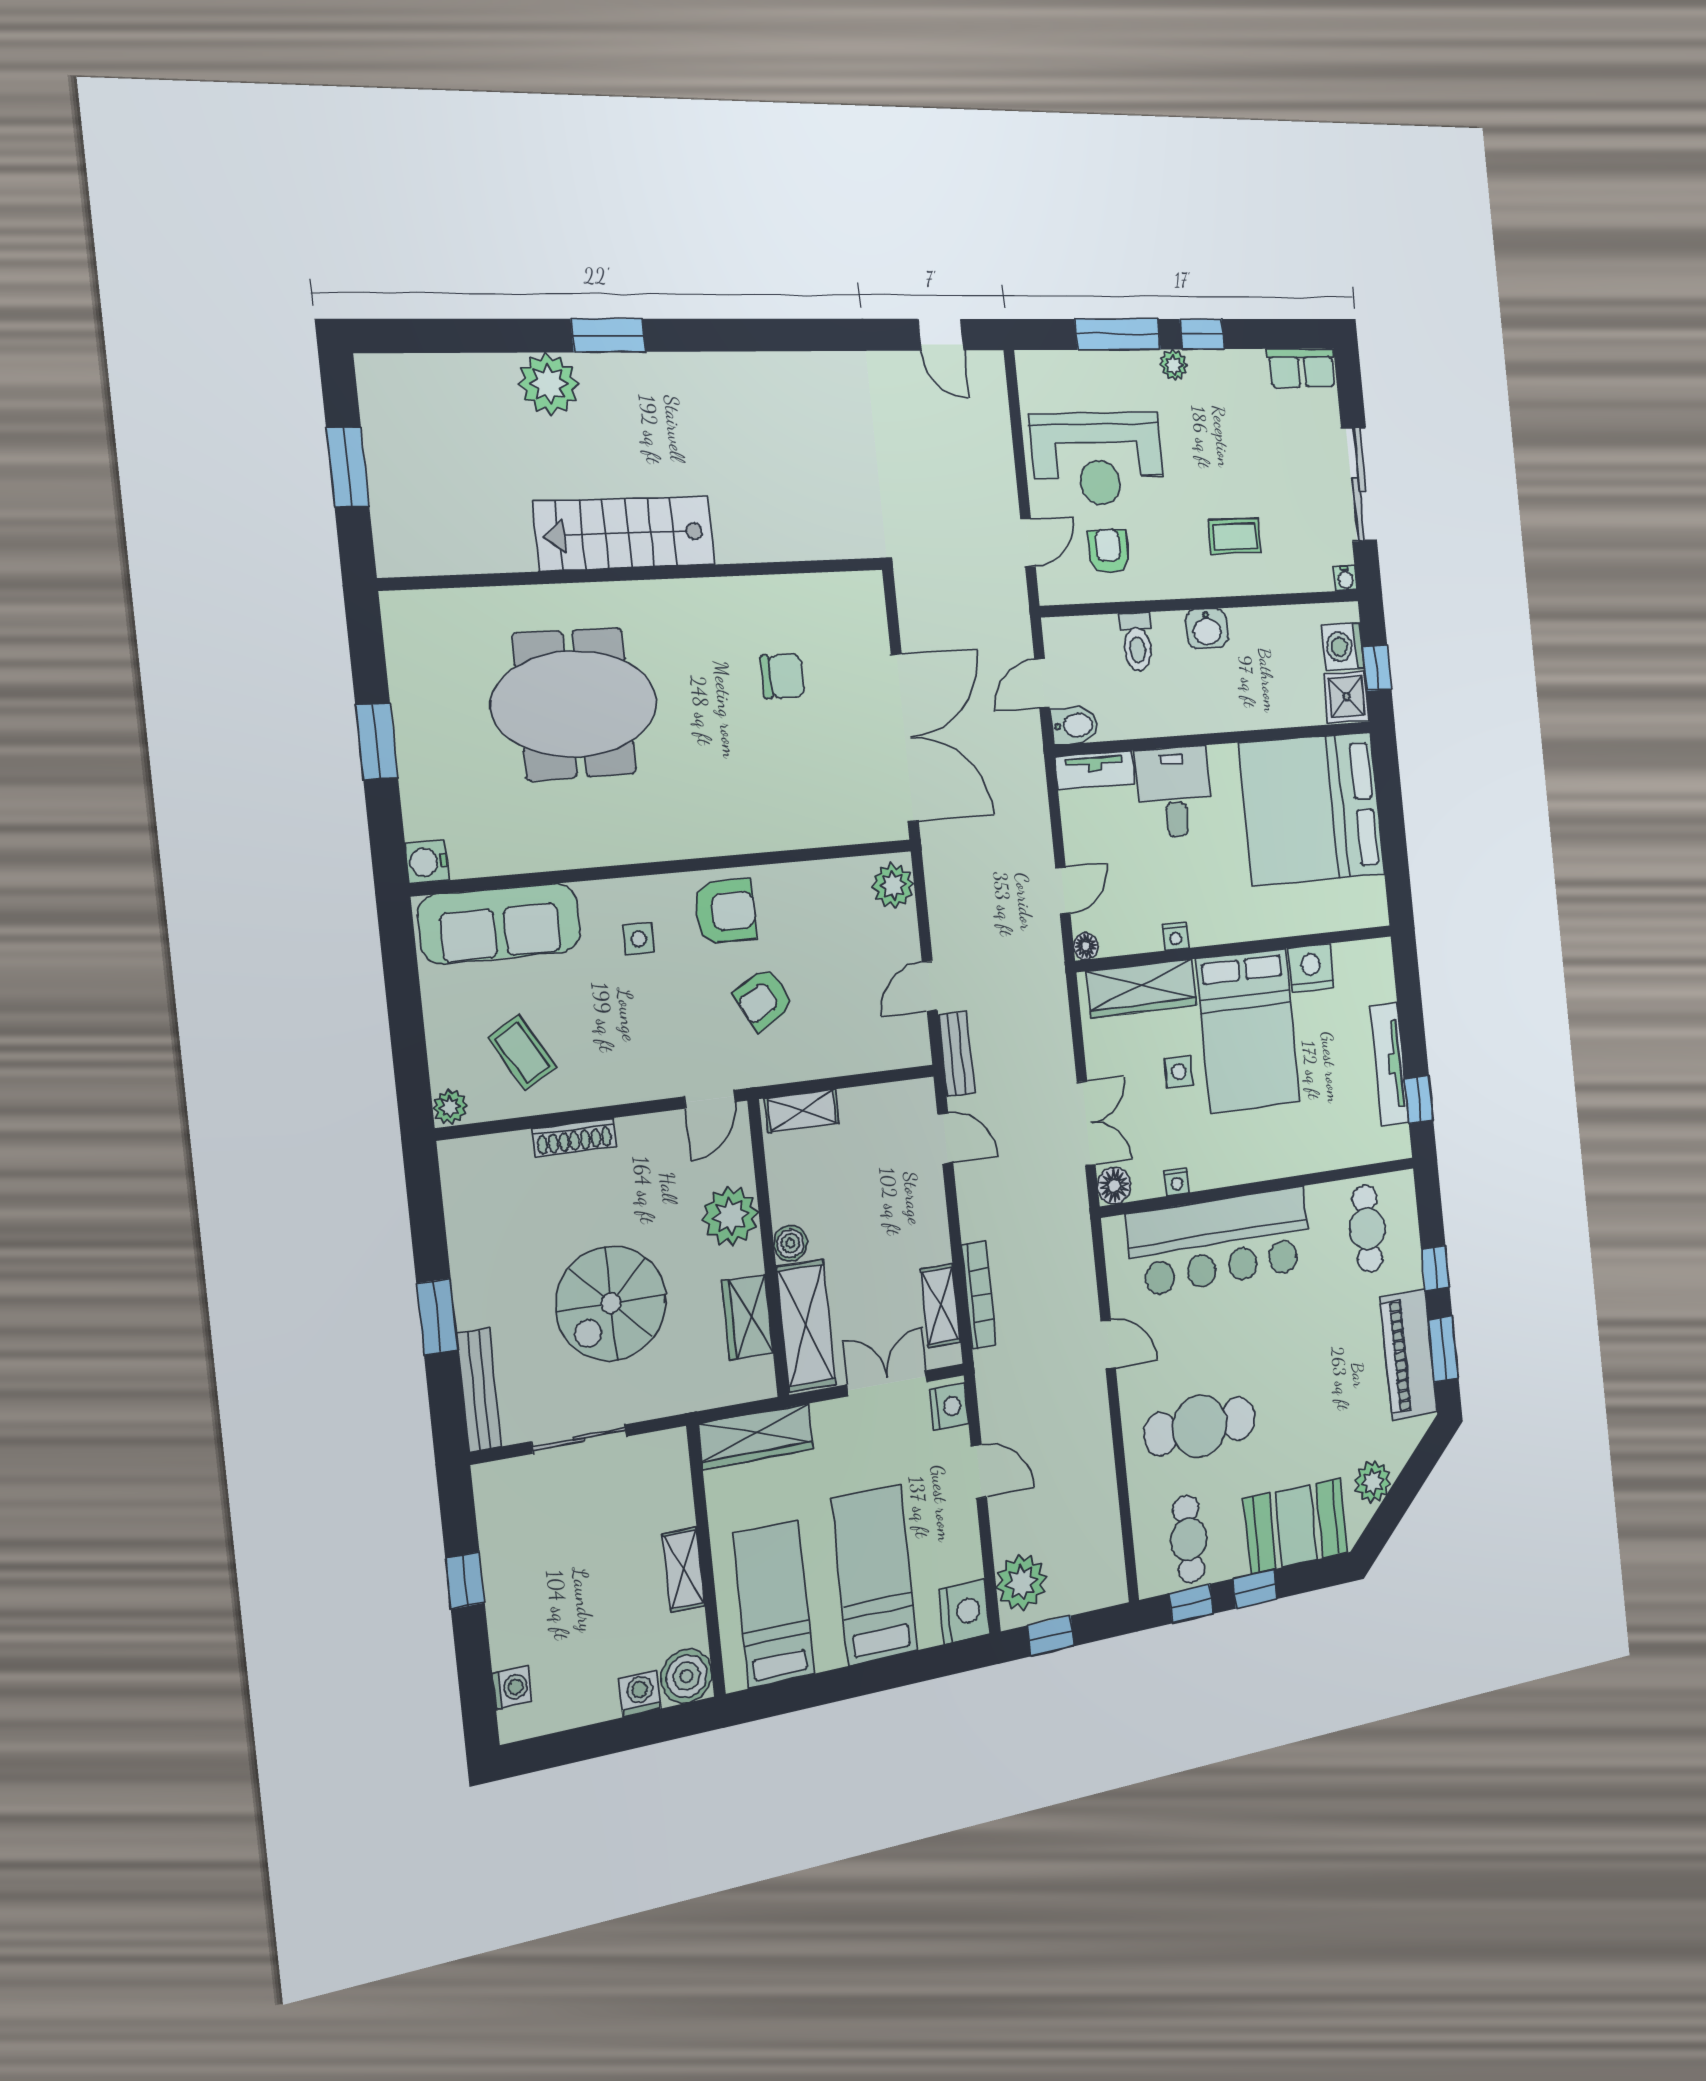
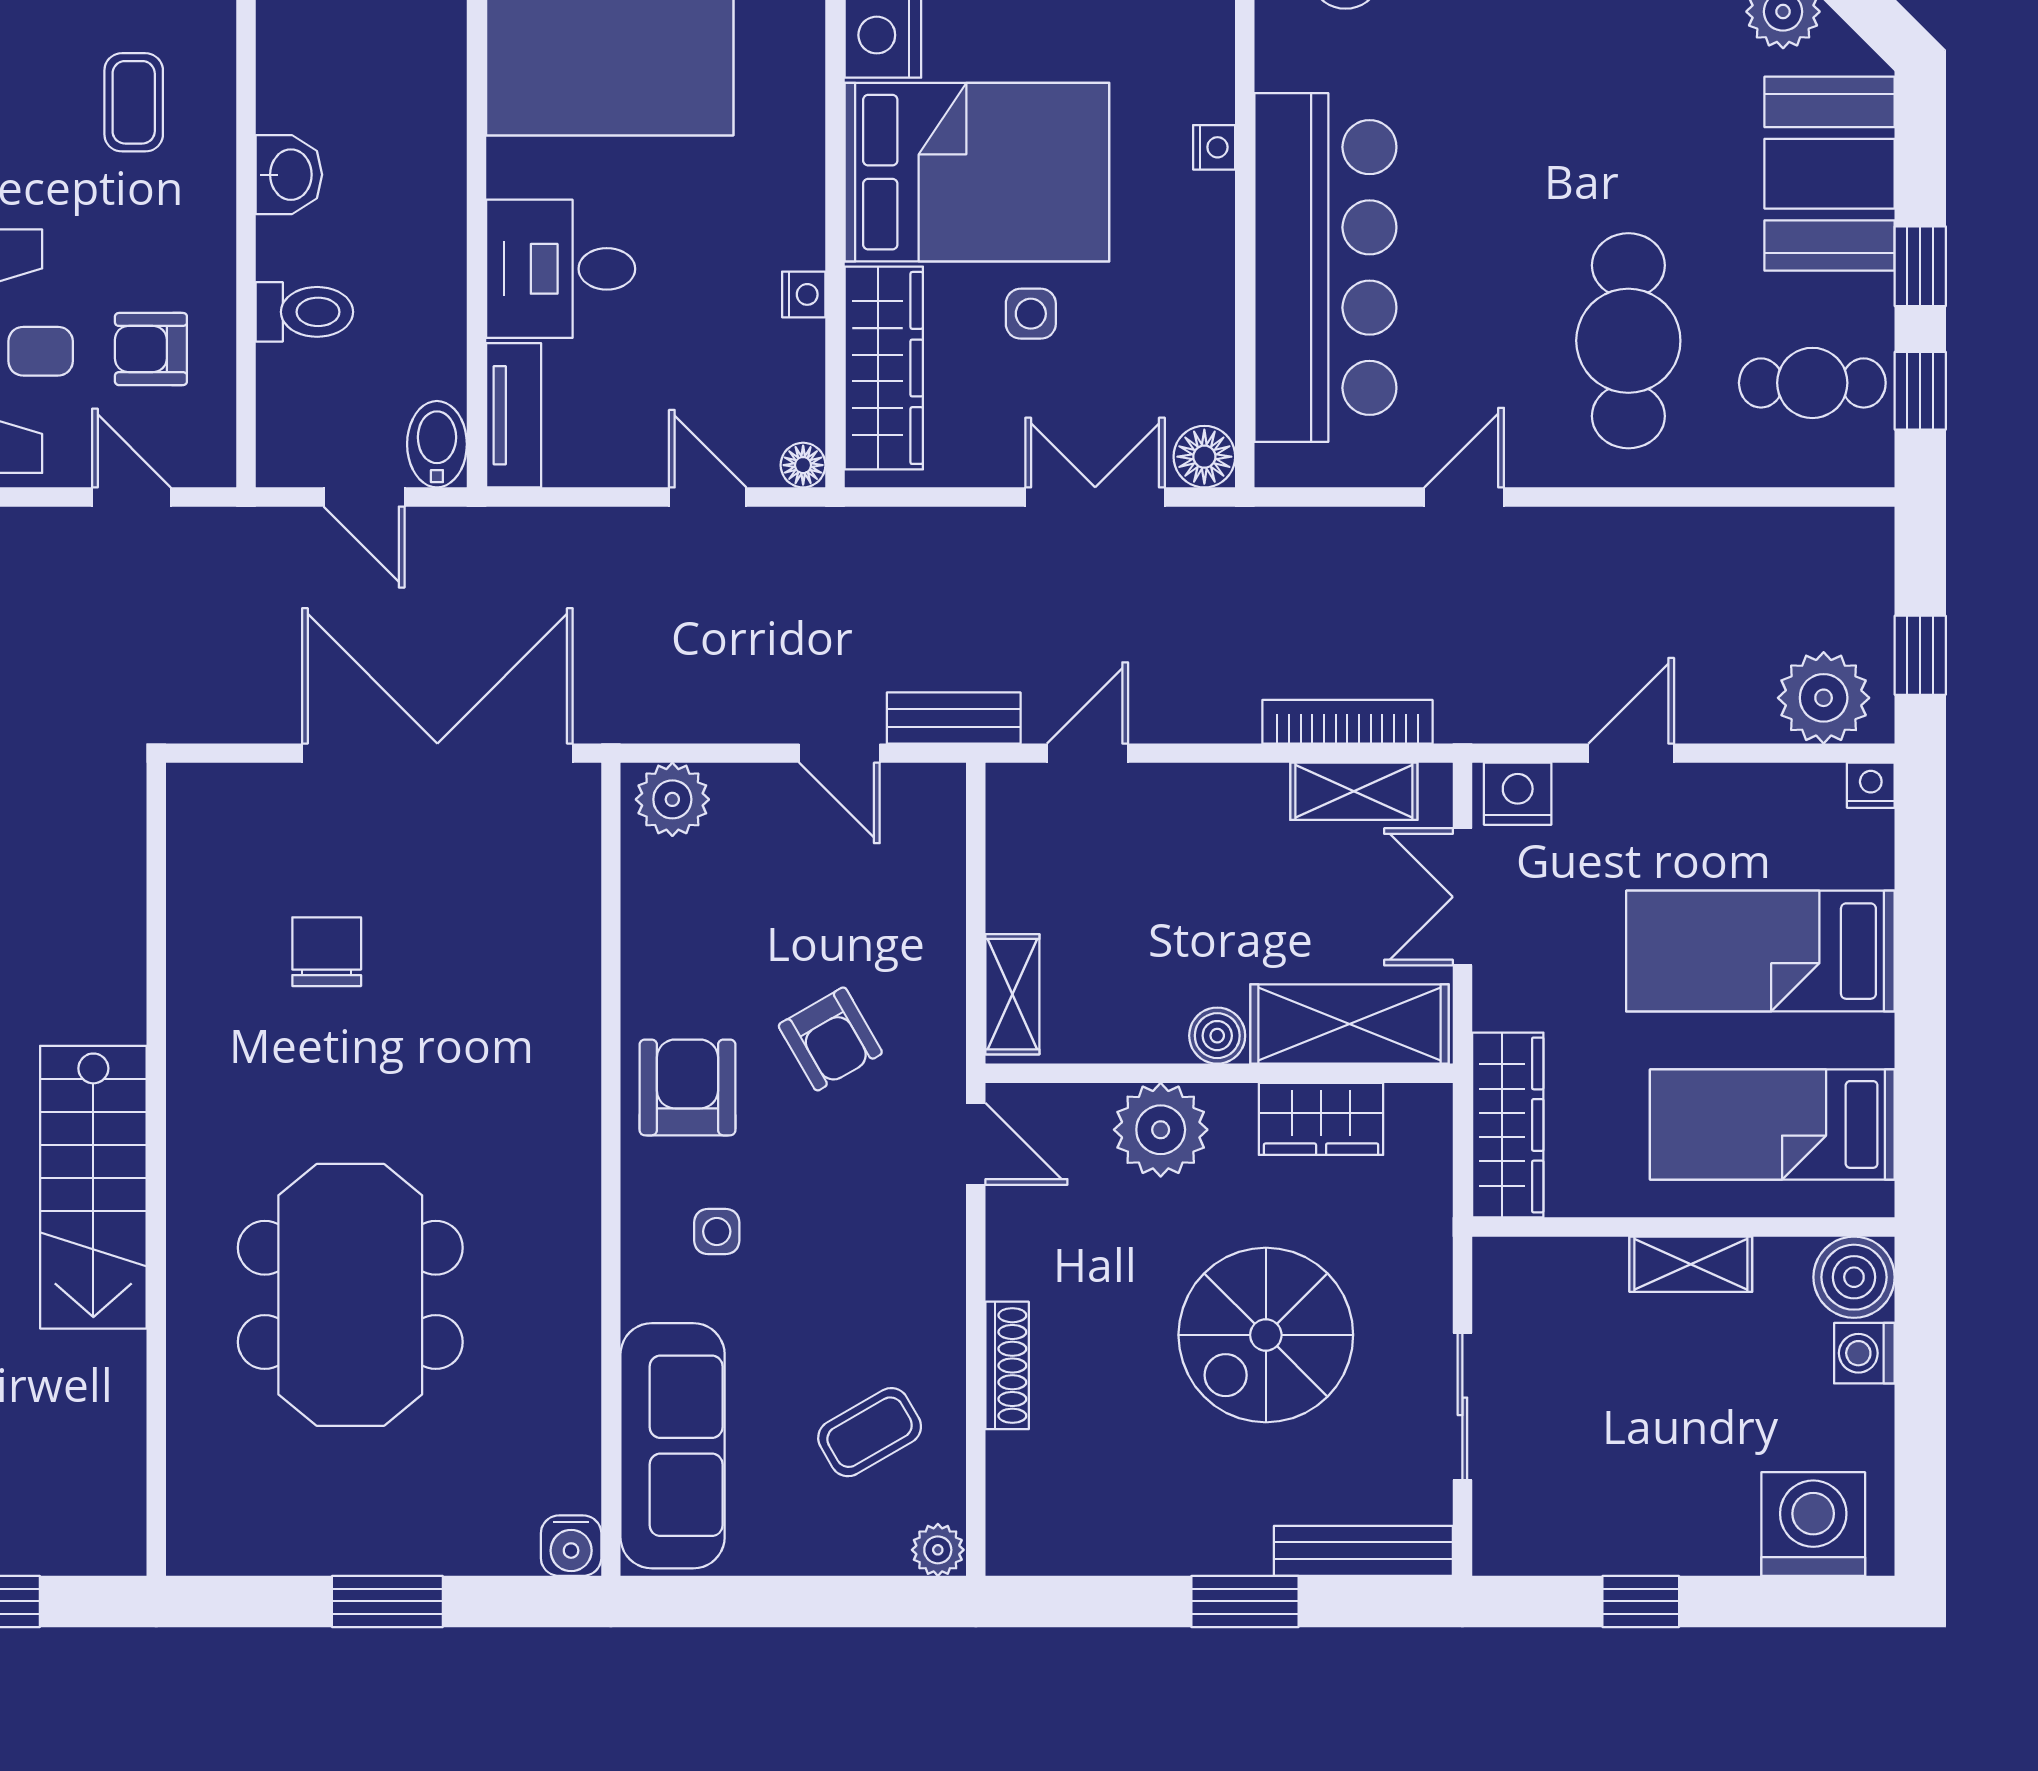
nightstand: (1177, 1182) -> (1214, 147), moved
spiral stairs: (611, 1303) -> (1266, 1335), turned 90
nightstand: (965, 1611) -> (1871, 785), width x0.53, depth x0.56
washing machine: (512, 1687) -> (1813, 1524), width x1.89, depth x1.89

